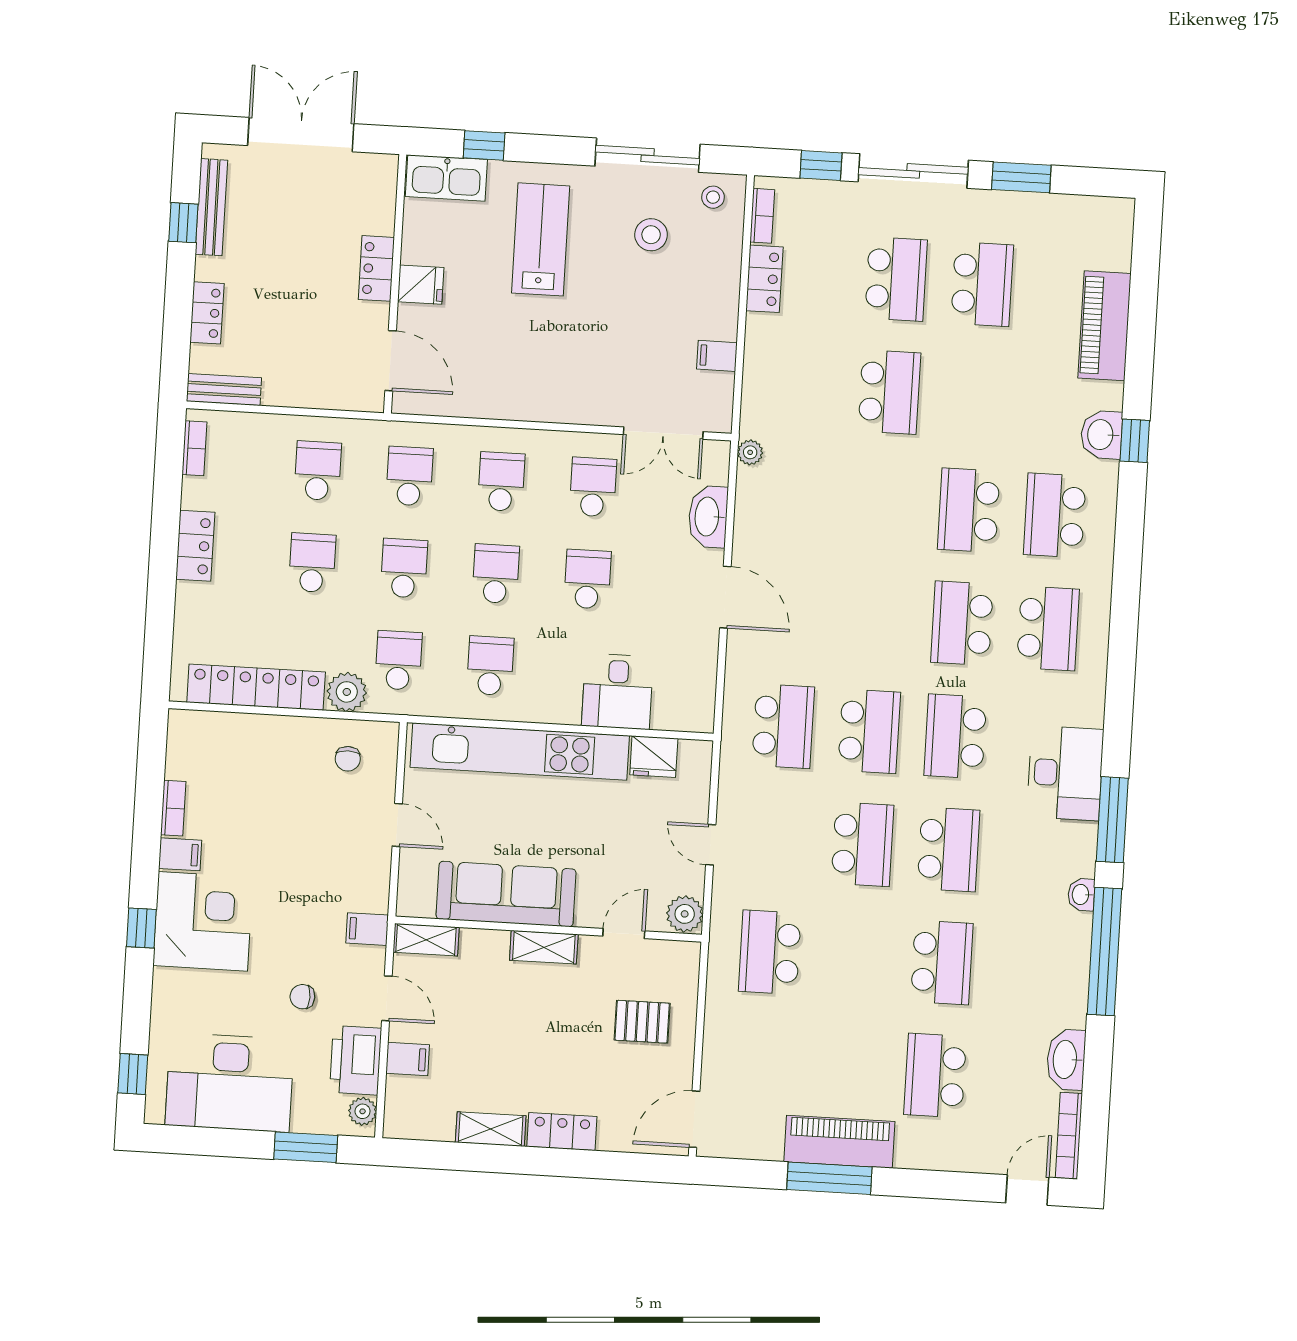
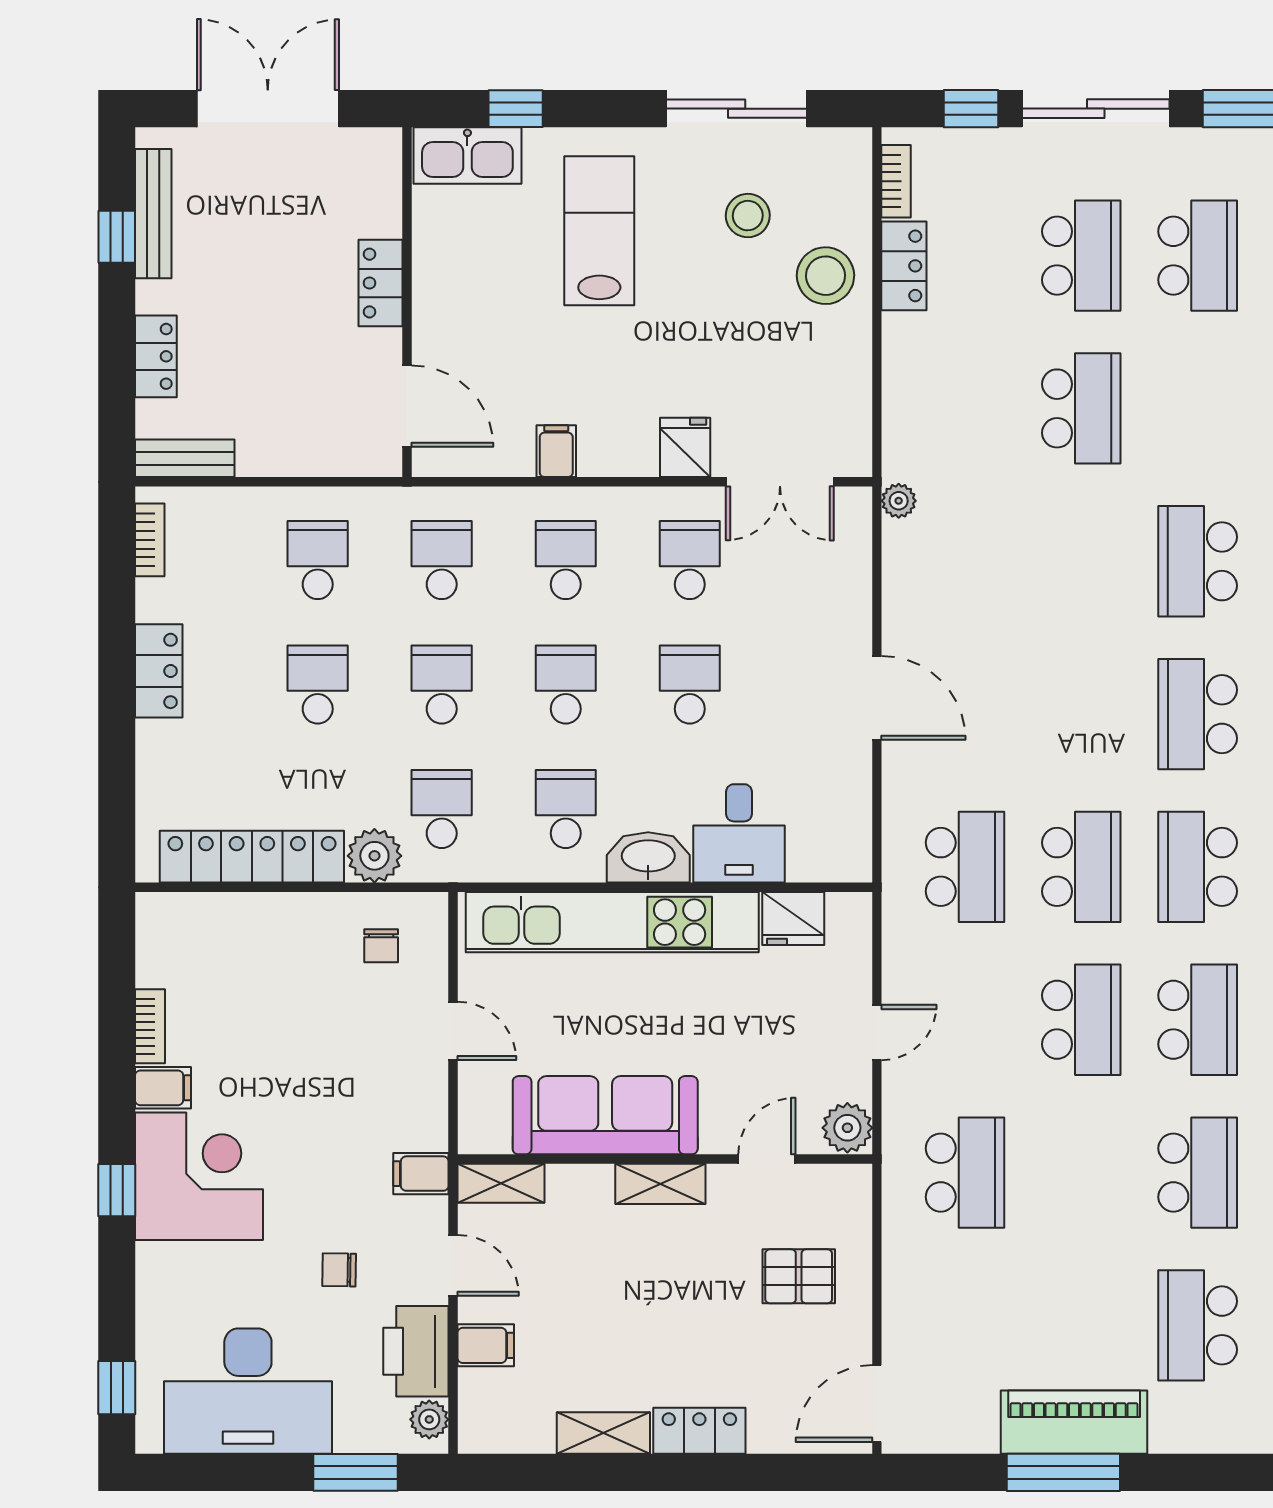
stool: (713, 197) -> (825, 276), moved, width x1.89, depth x1.89
fridge: (421, 285) -> (685, 447), moved, turned -90
filing cabinet: (717, 356) -> (556, 451), moved, turned 90
washbasin: (708, 517) -> (648, 857), moved, turned 90
door: (711, 845) -> (877, 1032), swing flipped
school desk: (770, 952) -> (965, 1173), turned 180

